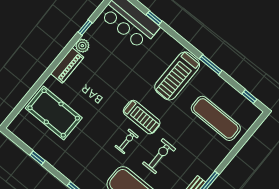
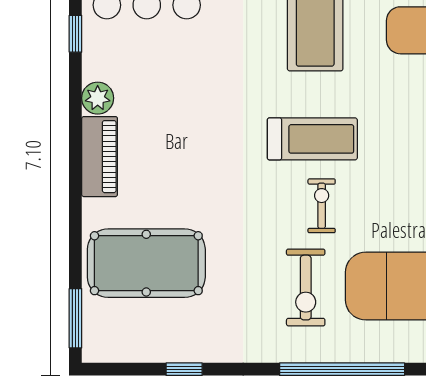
window: (85, 28) -> (75, 34), moved
window: (16, 112) -> (75, 318), added
exercise bike: (159, 156) -> (306, 288), moved, turned 180

